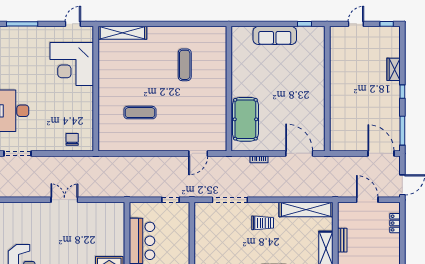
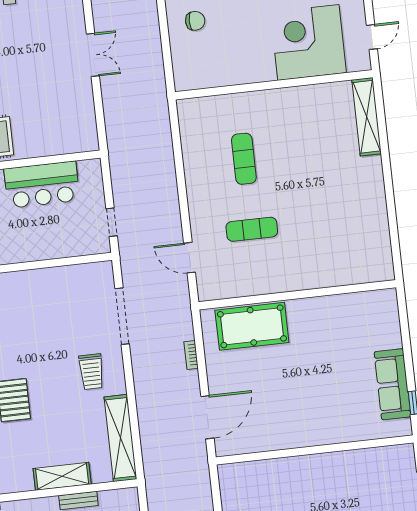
door: (73, 24) -> (372, 37), hinge flipped
sofa: (275, 35) -> (392, 384), moved
exercise mat: (185, 65) -> (252, 229), moved
chair: (72, 139) -> (195, 21), moved

